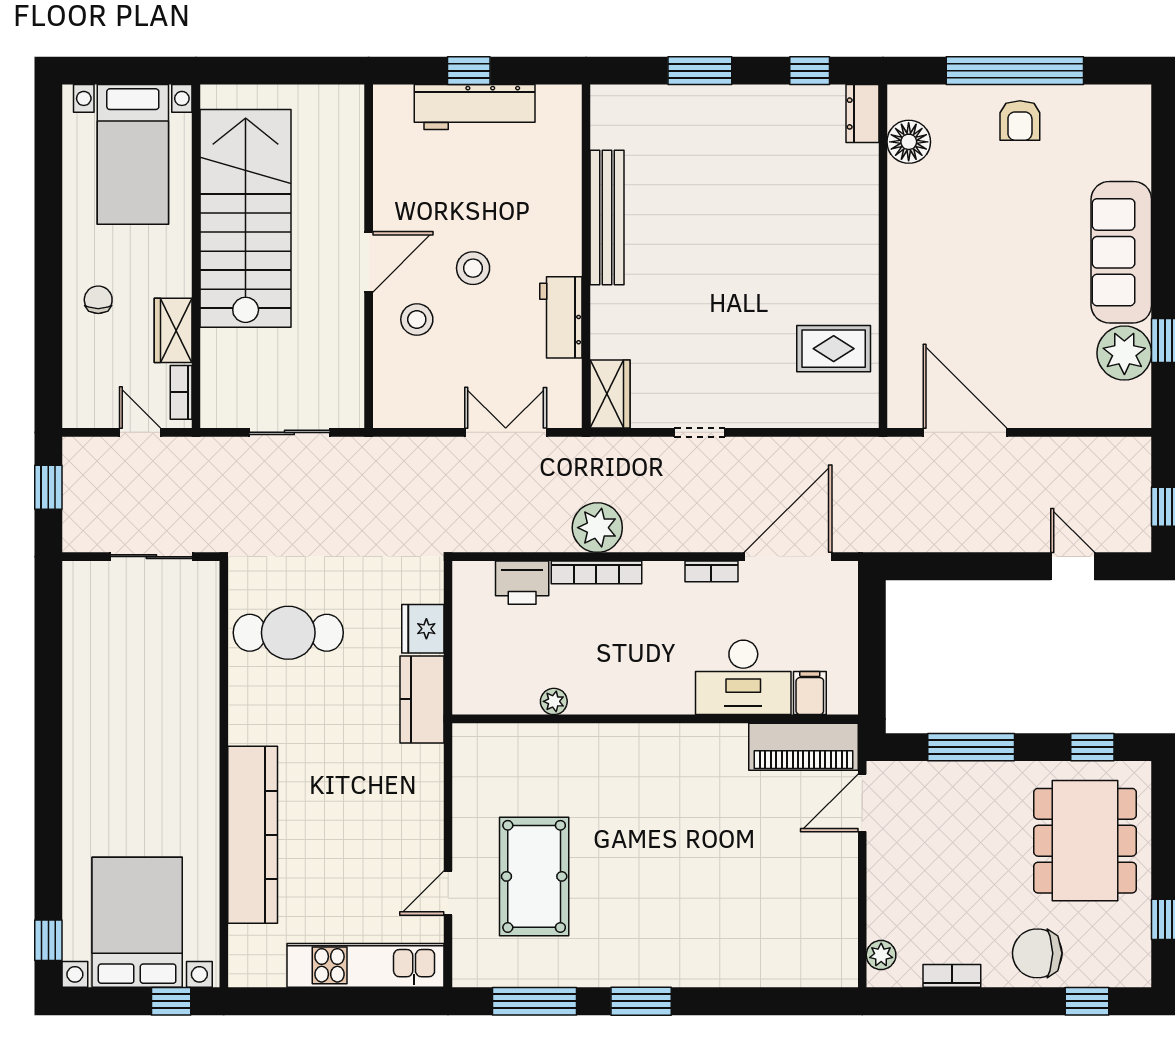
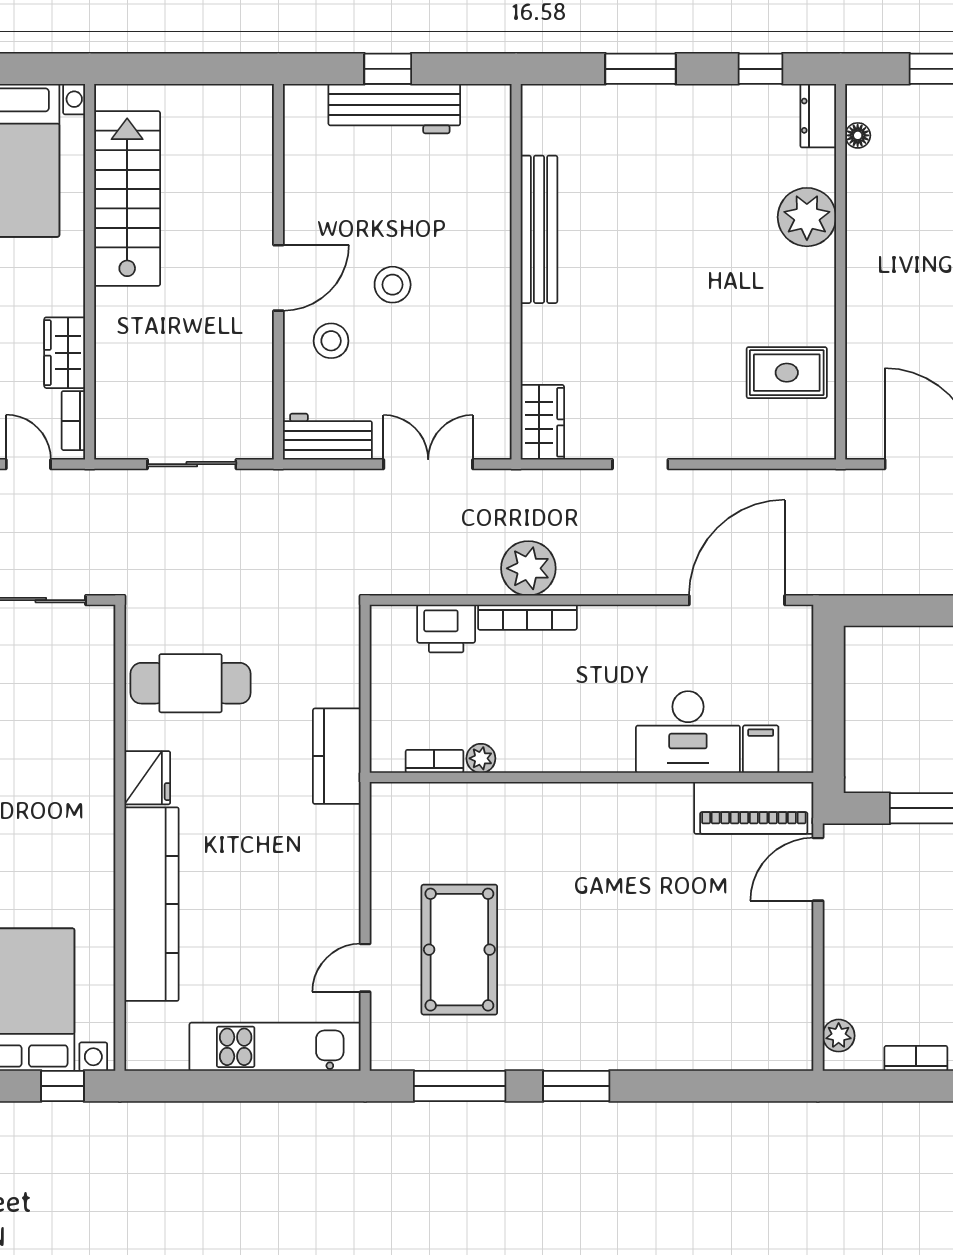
floor lamp: (909, 142) -> (858, 135), width x0.53, depth x0.53
plant: (852, 206) -> (807, 217), added
stairs: (246, 218) -> (127, 199), width x0.73, depth x0.66
workbench: (561, 317) -> (327, 437), moved, turned 90
bookcase: (711, 571) -> (434, 761), moved, turned 180
fridge: (423, 629) -> (147, 778), moved, turned 180

